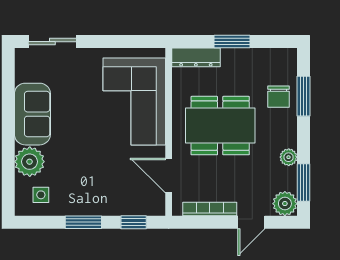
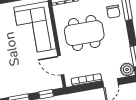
plant: (289, 157) -> (125, 44), removed

